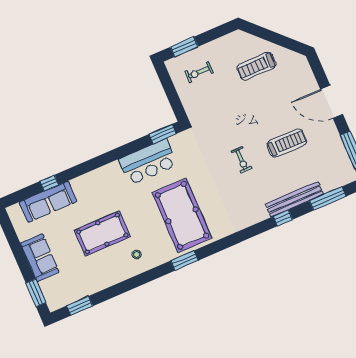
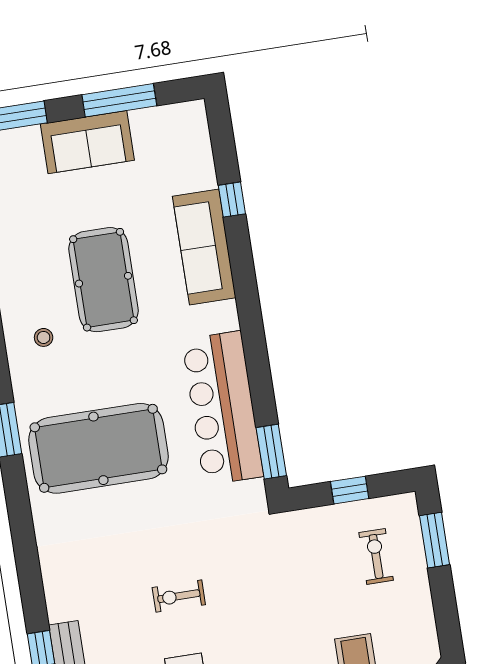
window: (171, 93) -> (350, 490), added
bar counter: (148, 162) -> (223, 408), width x1.36
sofa: (48, 202) -> (204, 247), moved
window: (16, 248) -> (119, 100), added

